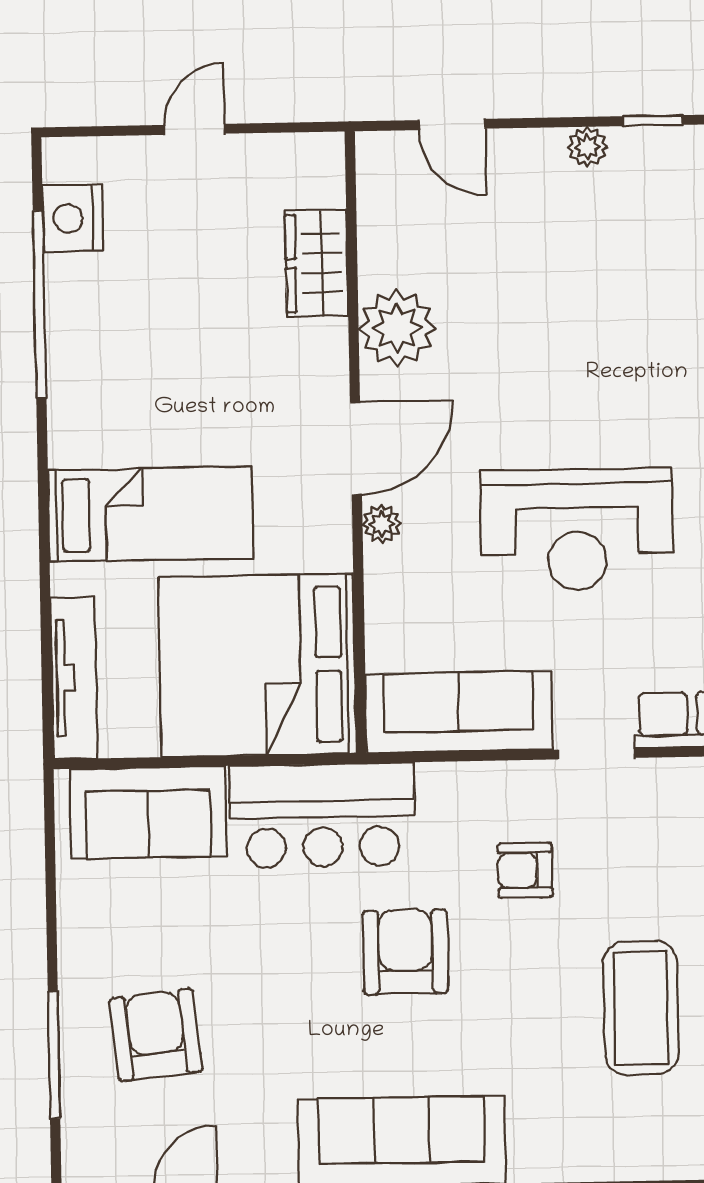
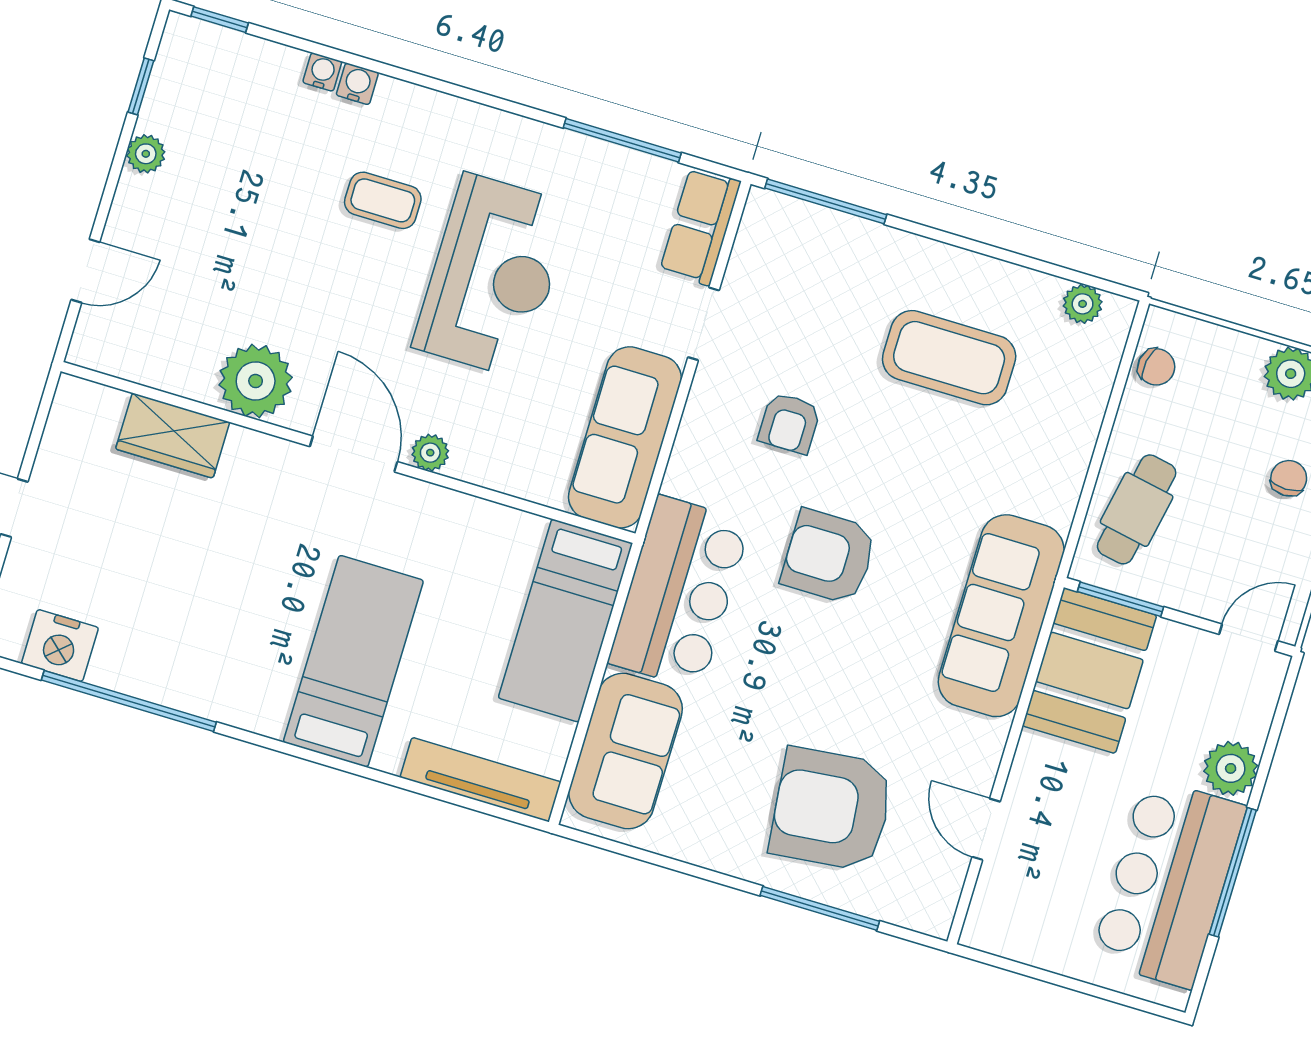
coffee table: (617, 397) -> (383, 200), added
bed: (257, 665) -> (565, 621), width x0.49
armchair: (156, 1035) -> (831, 809), width x1.36, depth x1.36

